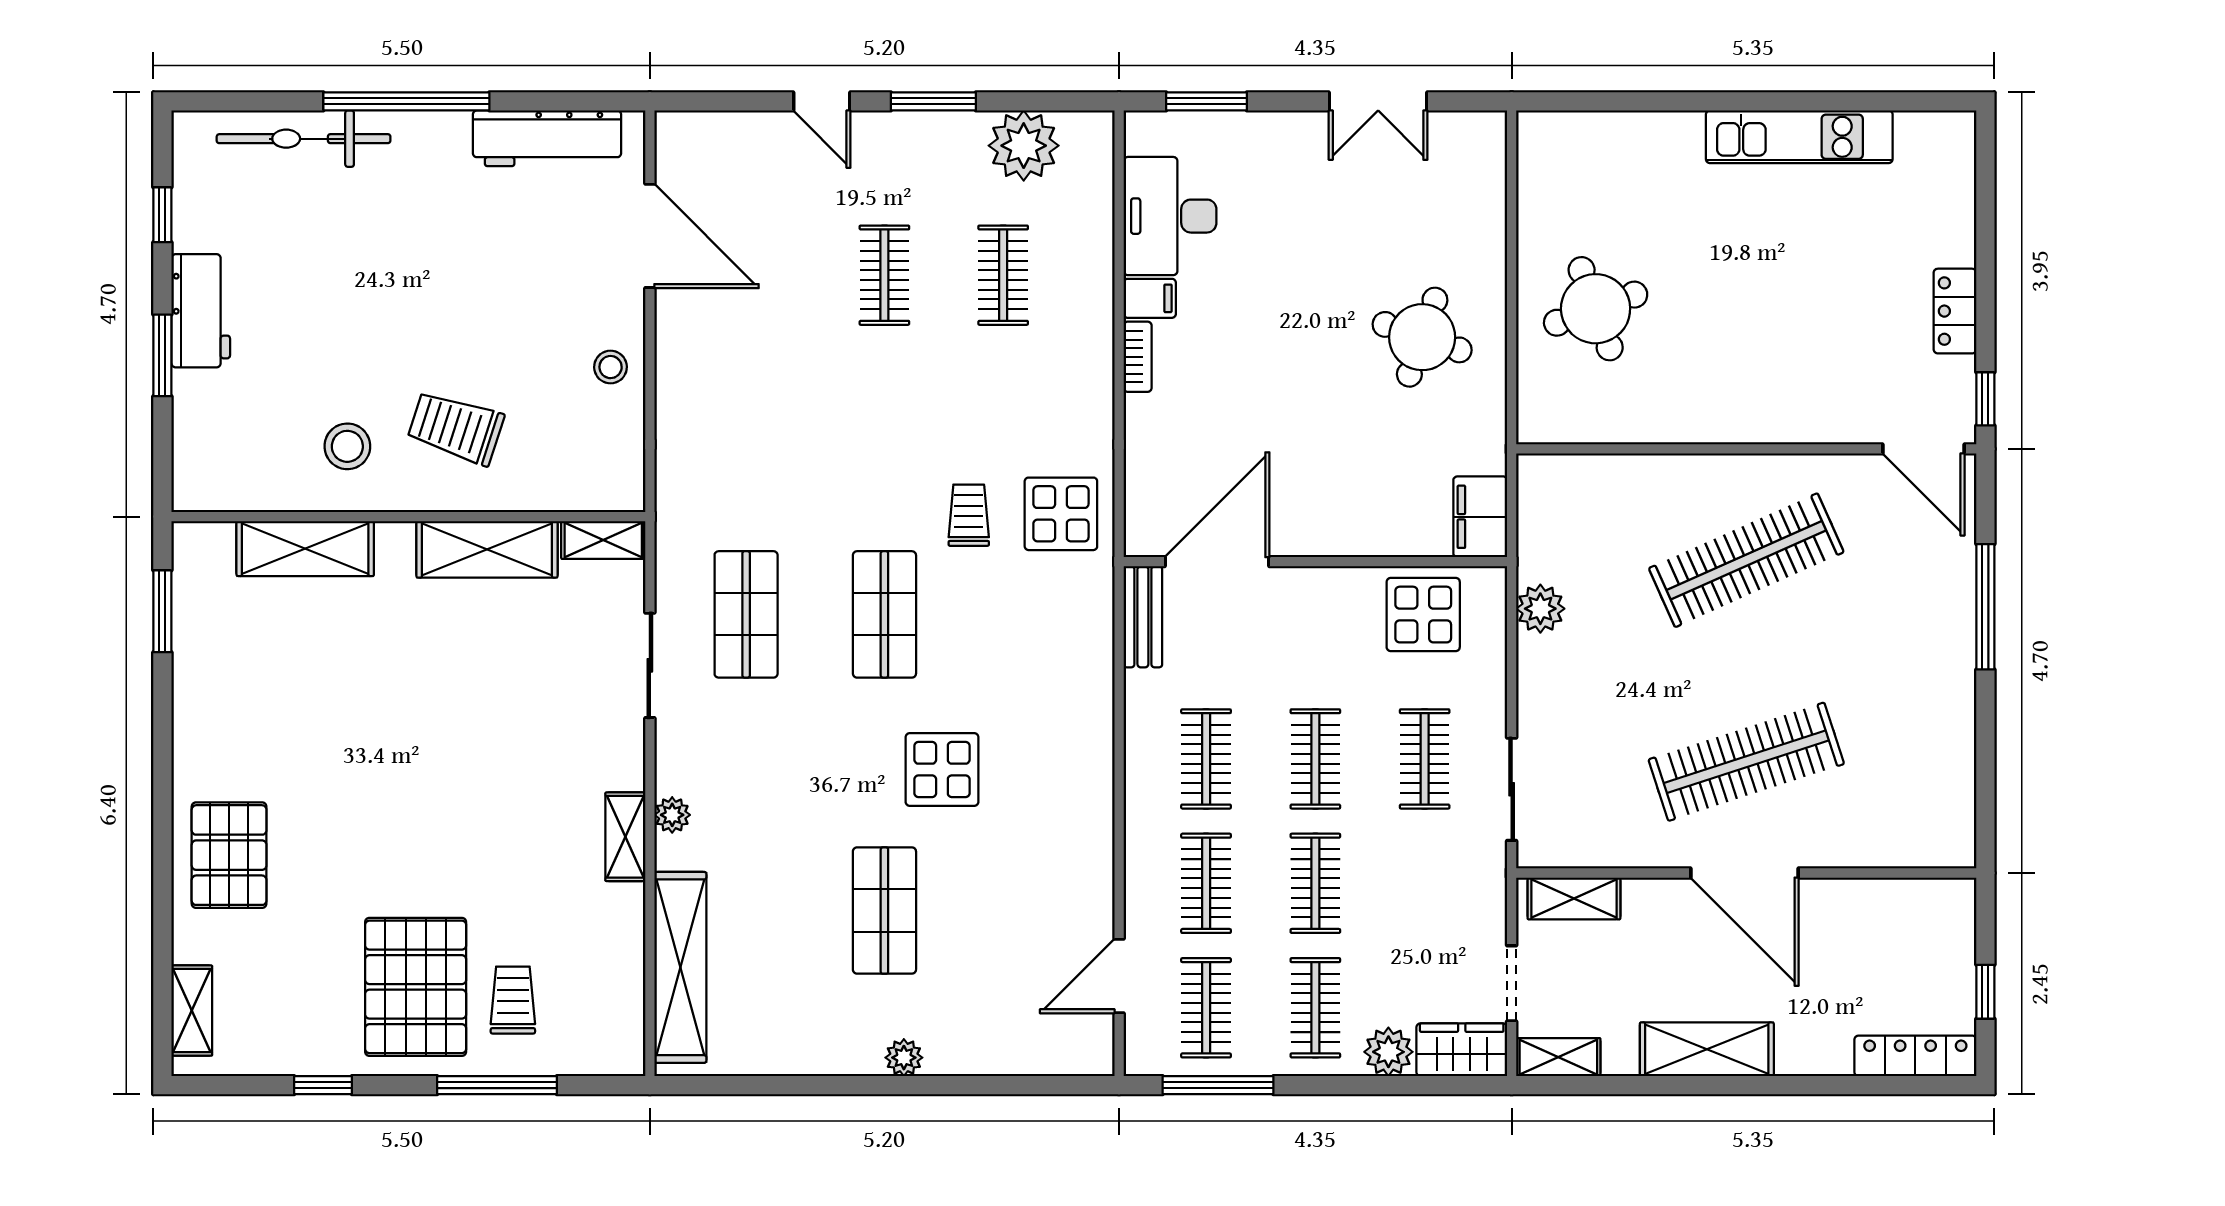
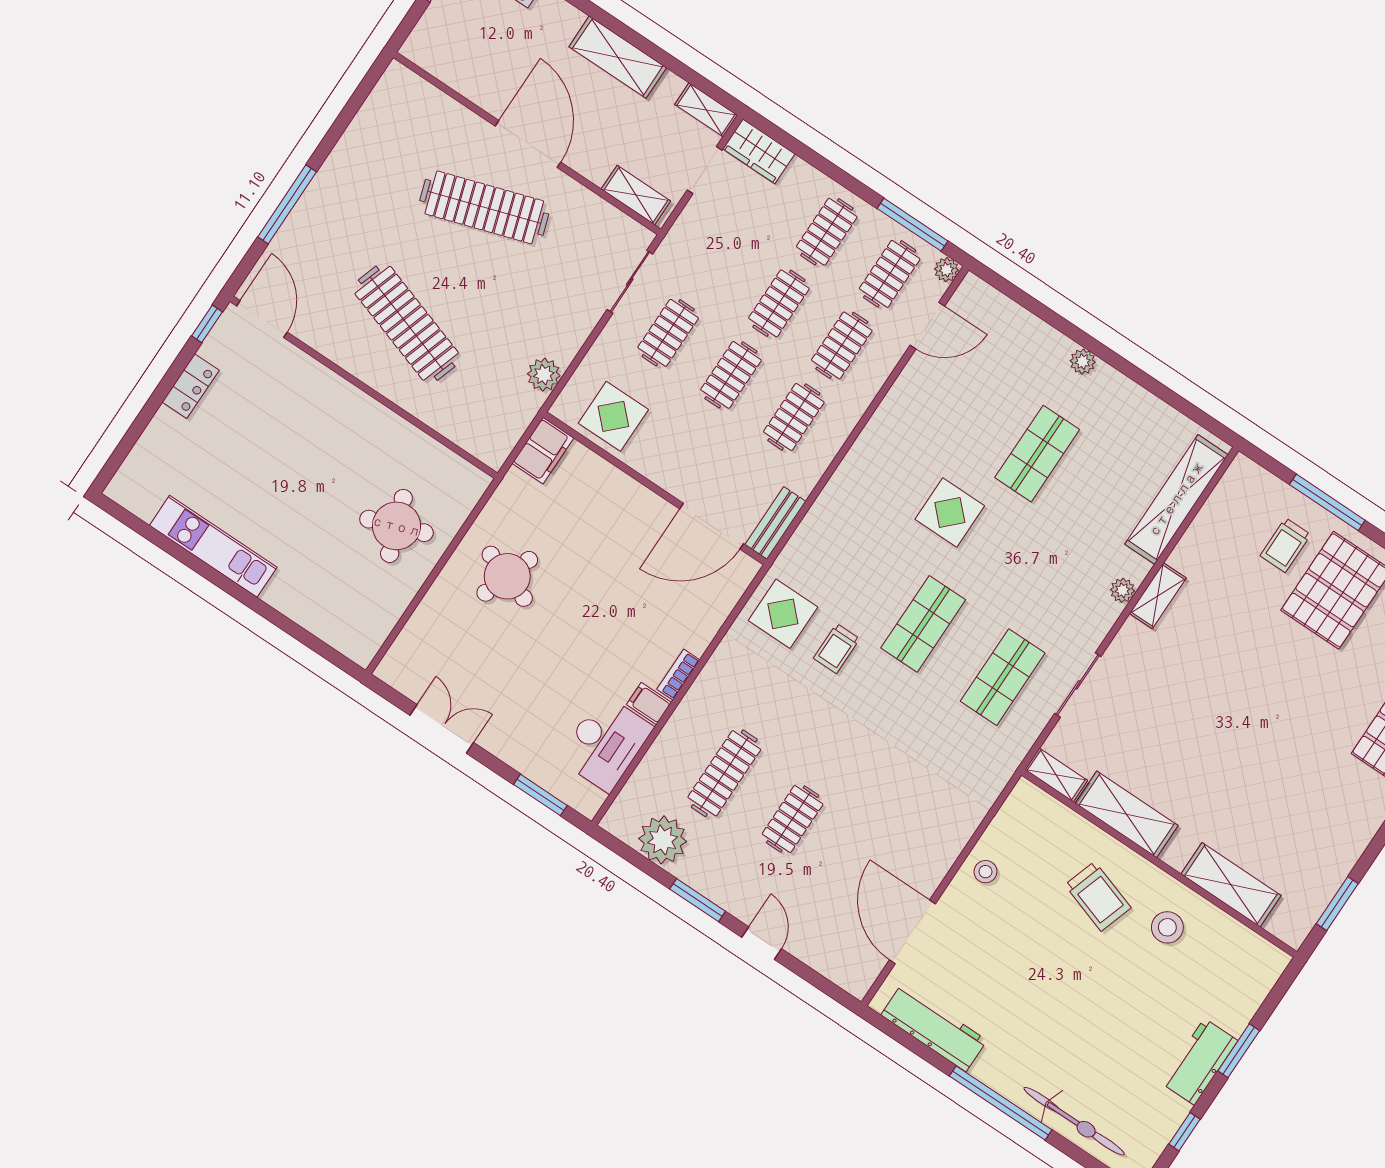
clothes rail: (1003, 275) -> (724, 773), width x1.36
clothes rail: (1746, 560) -> (407, 323), turned 42
plant: (1388, 1052) -> (946, 270), moved, width x0.73, depth x0.73

